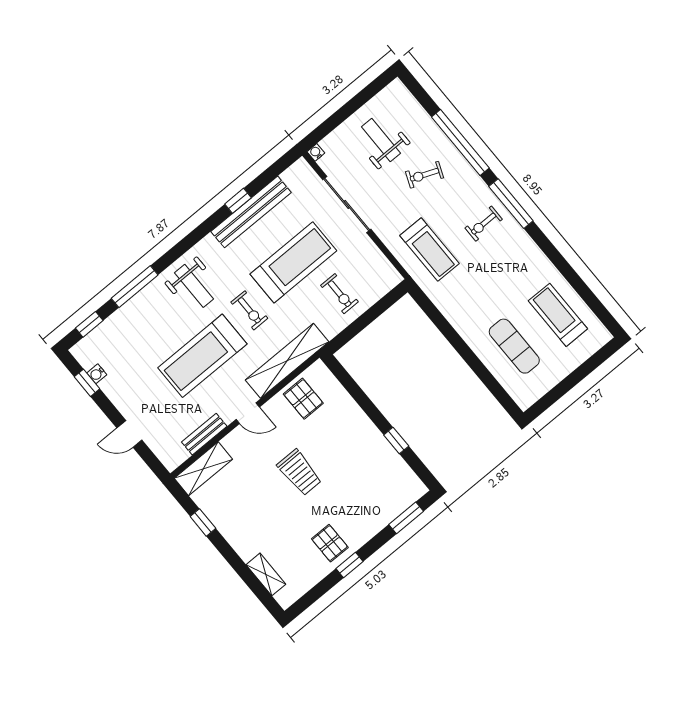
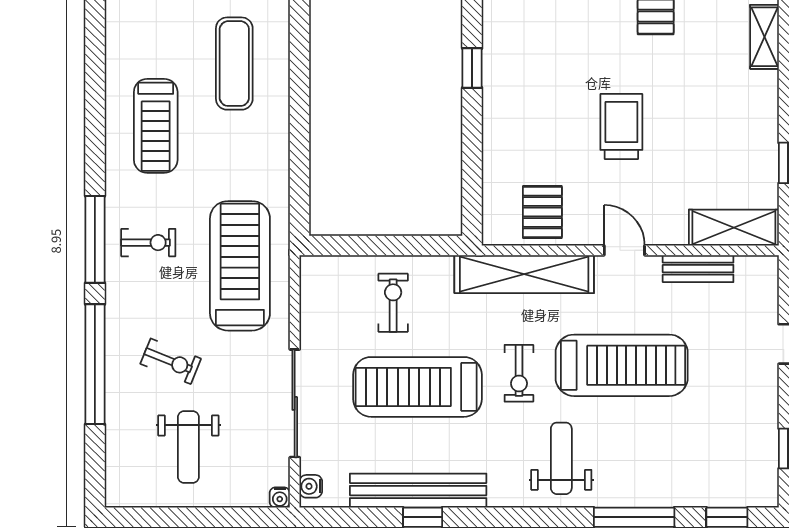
treadmill: (429, 250) -> (240, 266), width x1.37, depth x1.37
exercise bike: (249, 310) -> (519, 373), turned 180
treadmill: (558, 315) -> (156, 126), moved
water cooler: (97, 374) -> (311, 486), moved, turned 180

